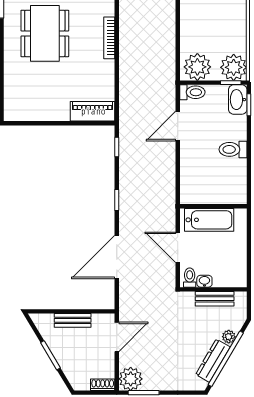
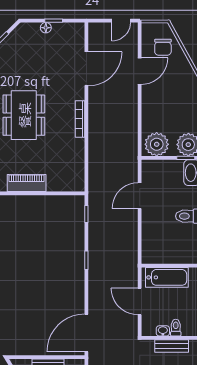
toilet: (192, 92) -> (152, 166), removed
piano: (93, 111) -> (27, 183), moved
door: (117, 257) -> (86, 333), moved
toilet: (190, 278) -> (176, 328), moved

